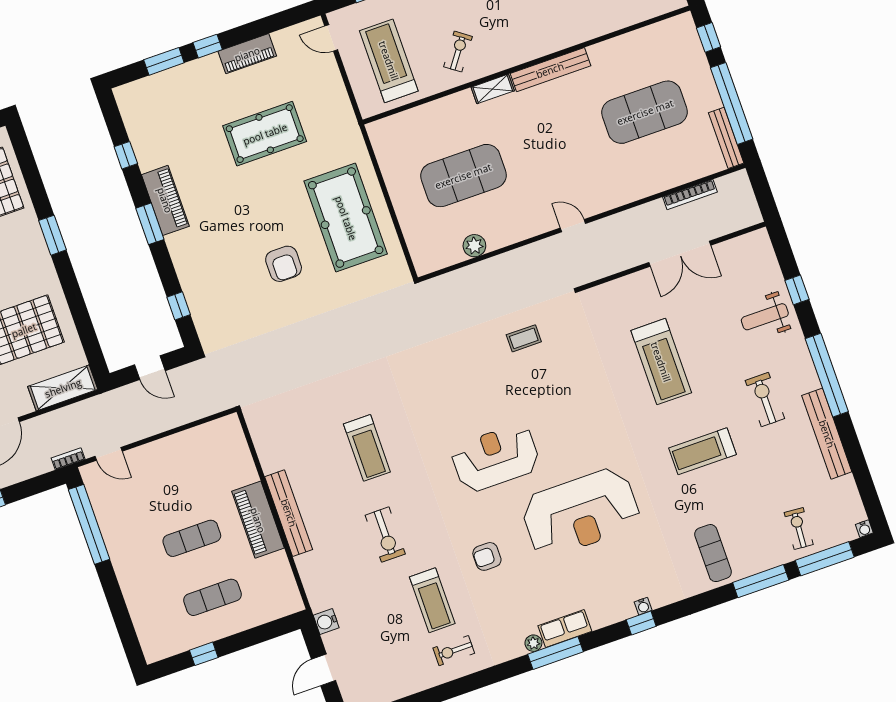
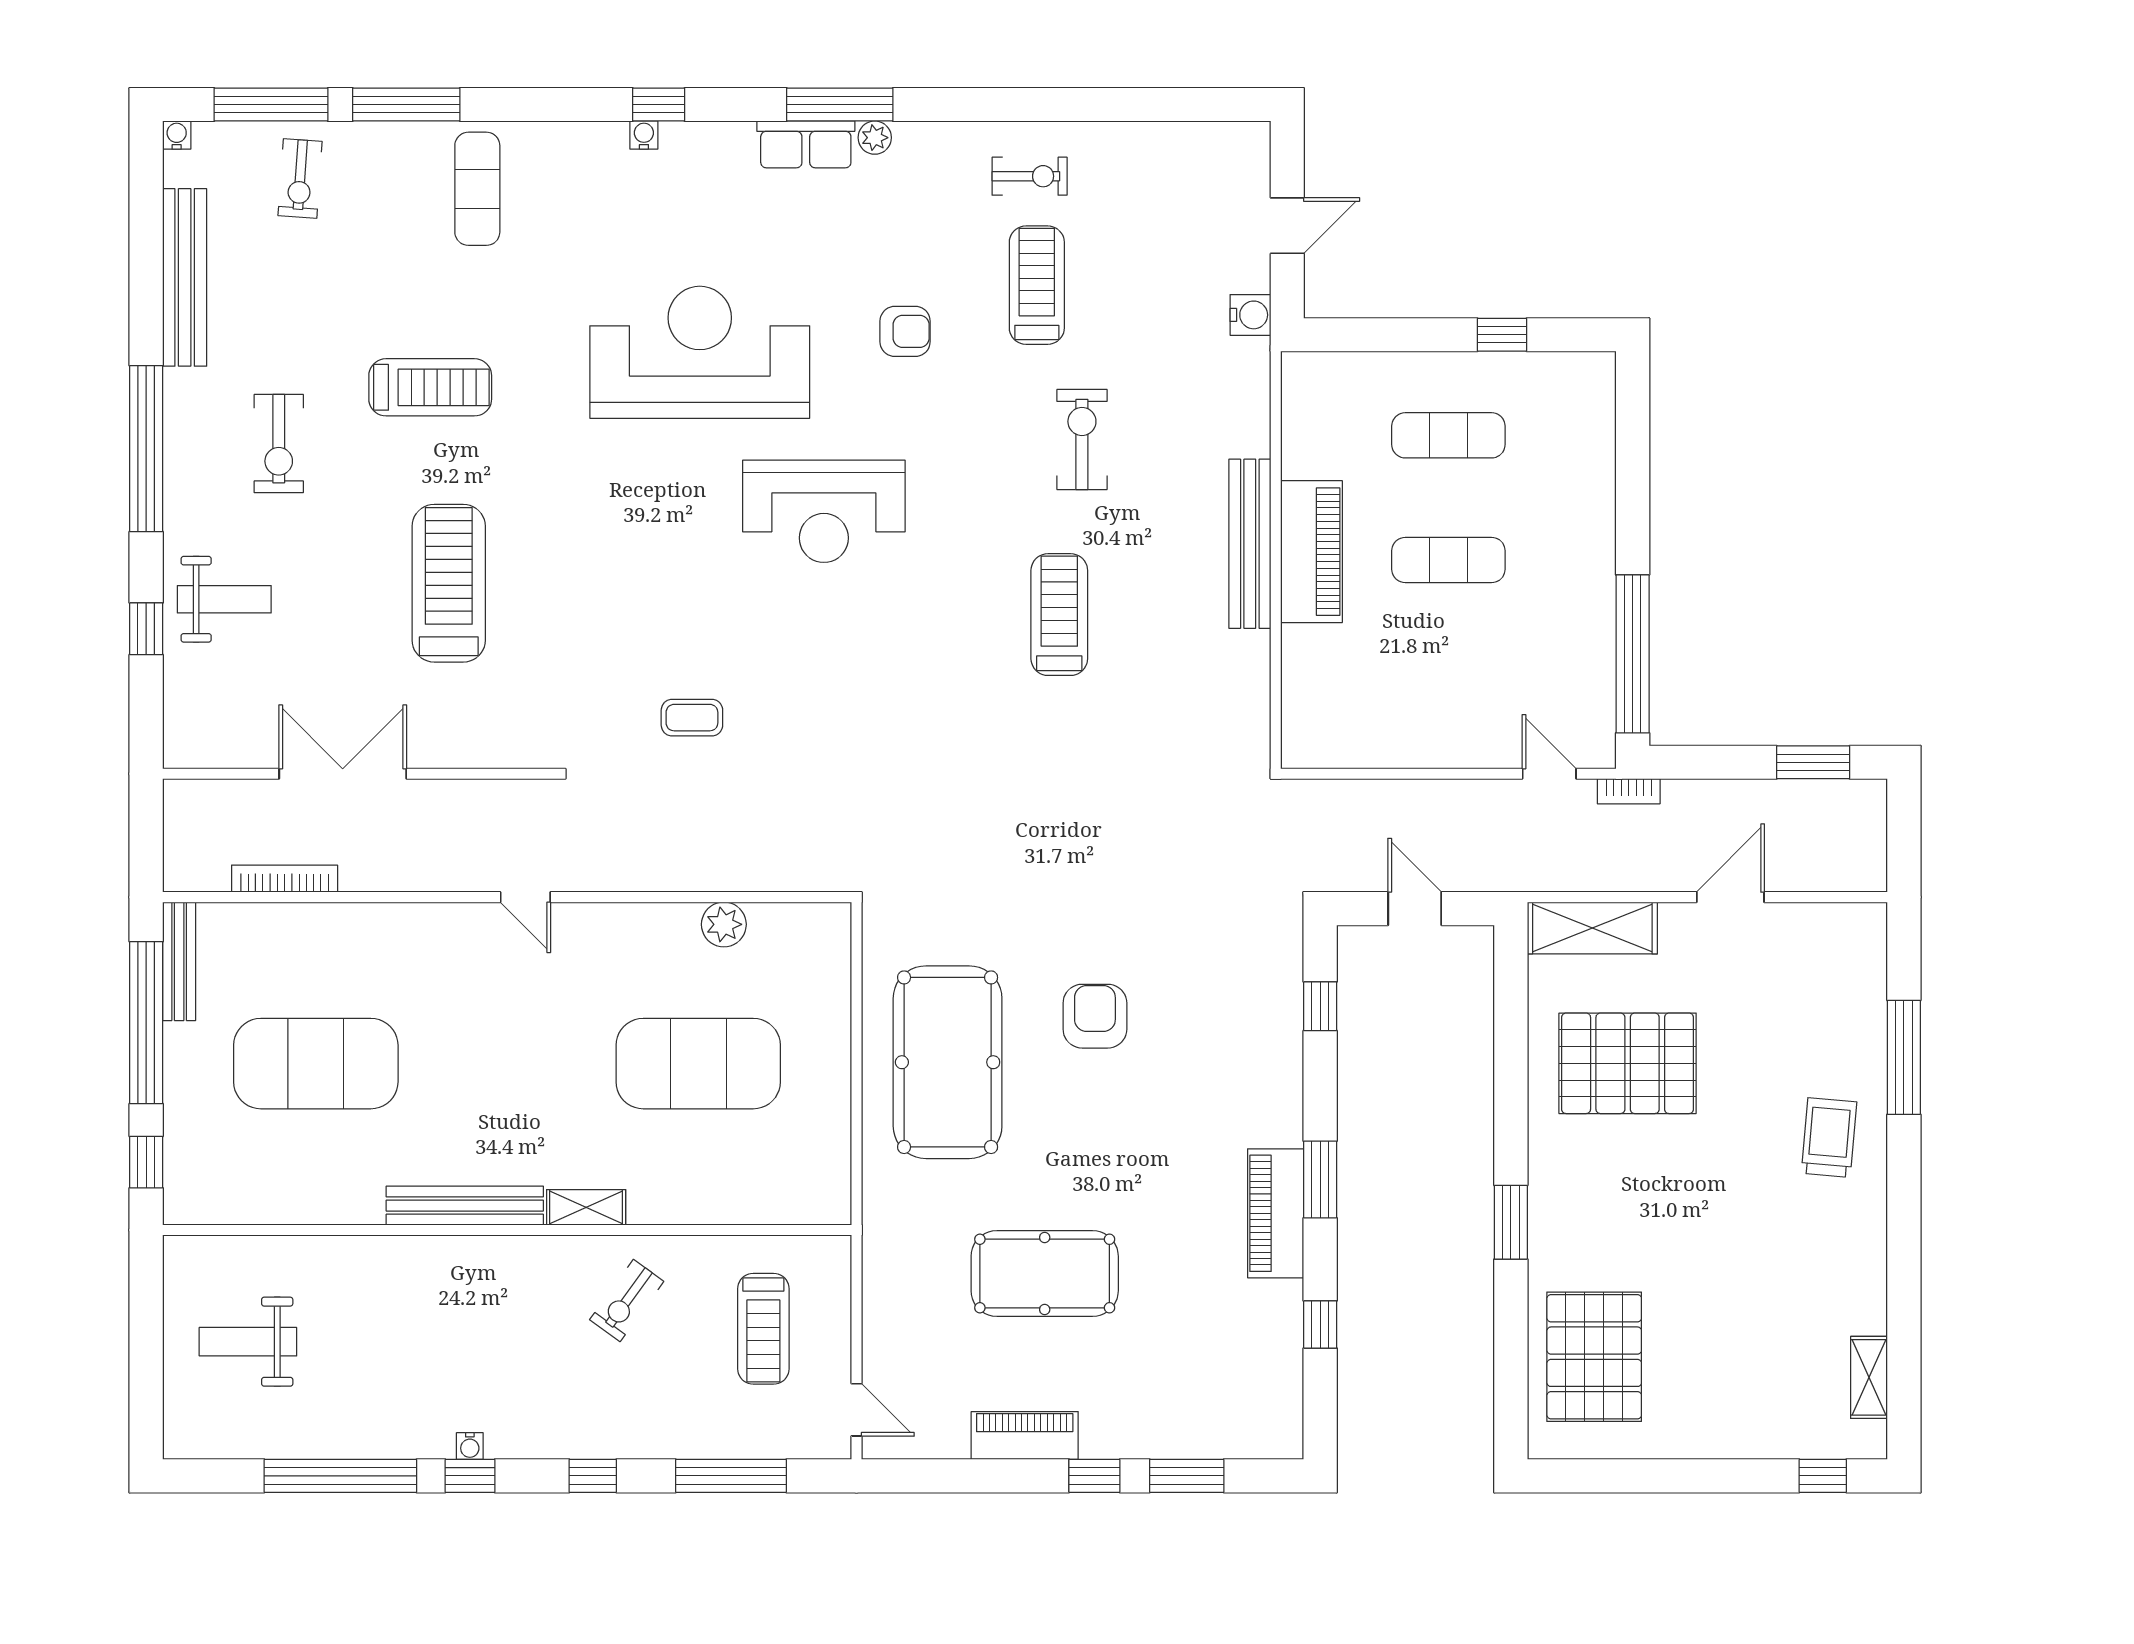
treadmill: (389, 61) -> (763, 1329), width x0.73, depth x0.73
bench: (827, 434) -> (185, 277), moved

